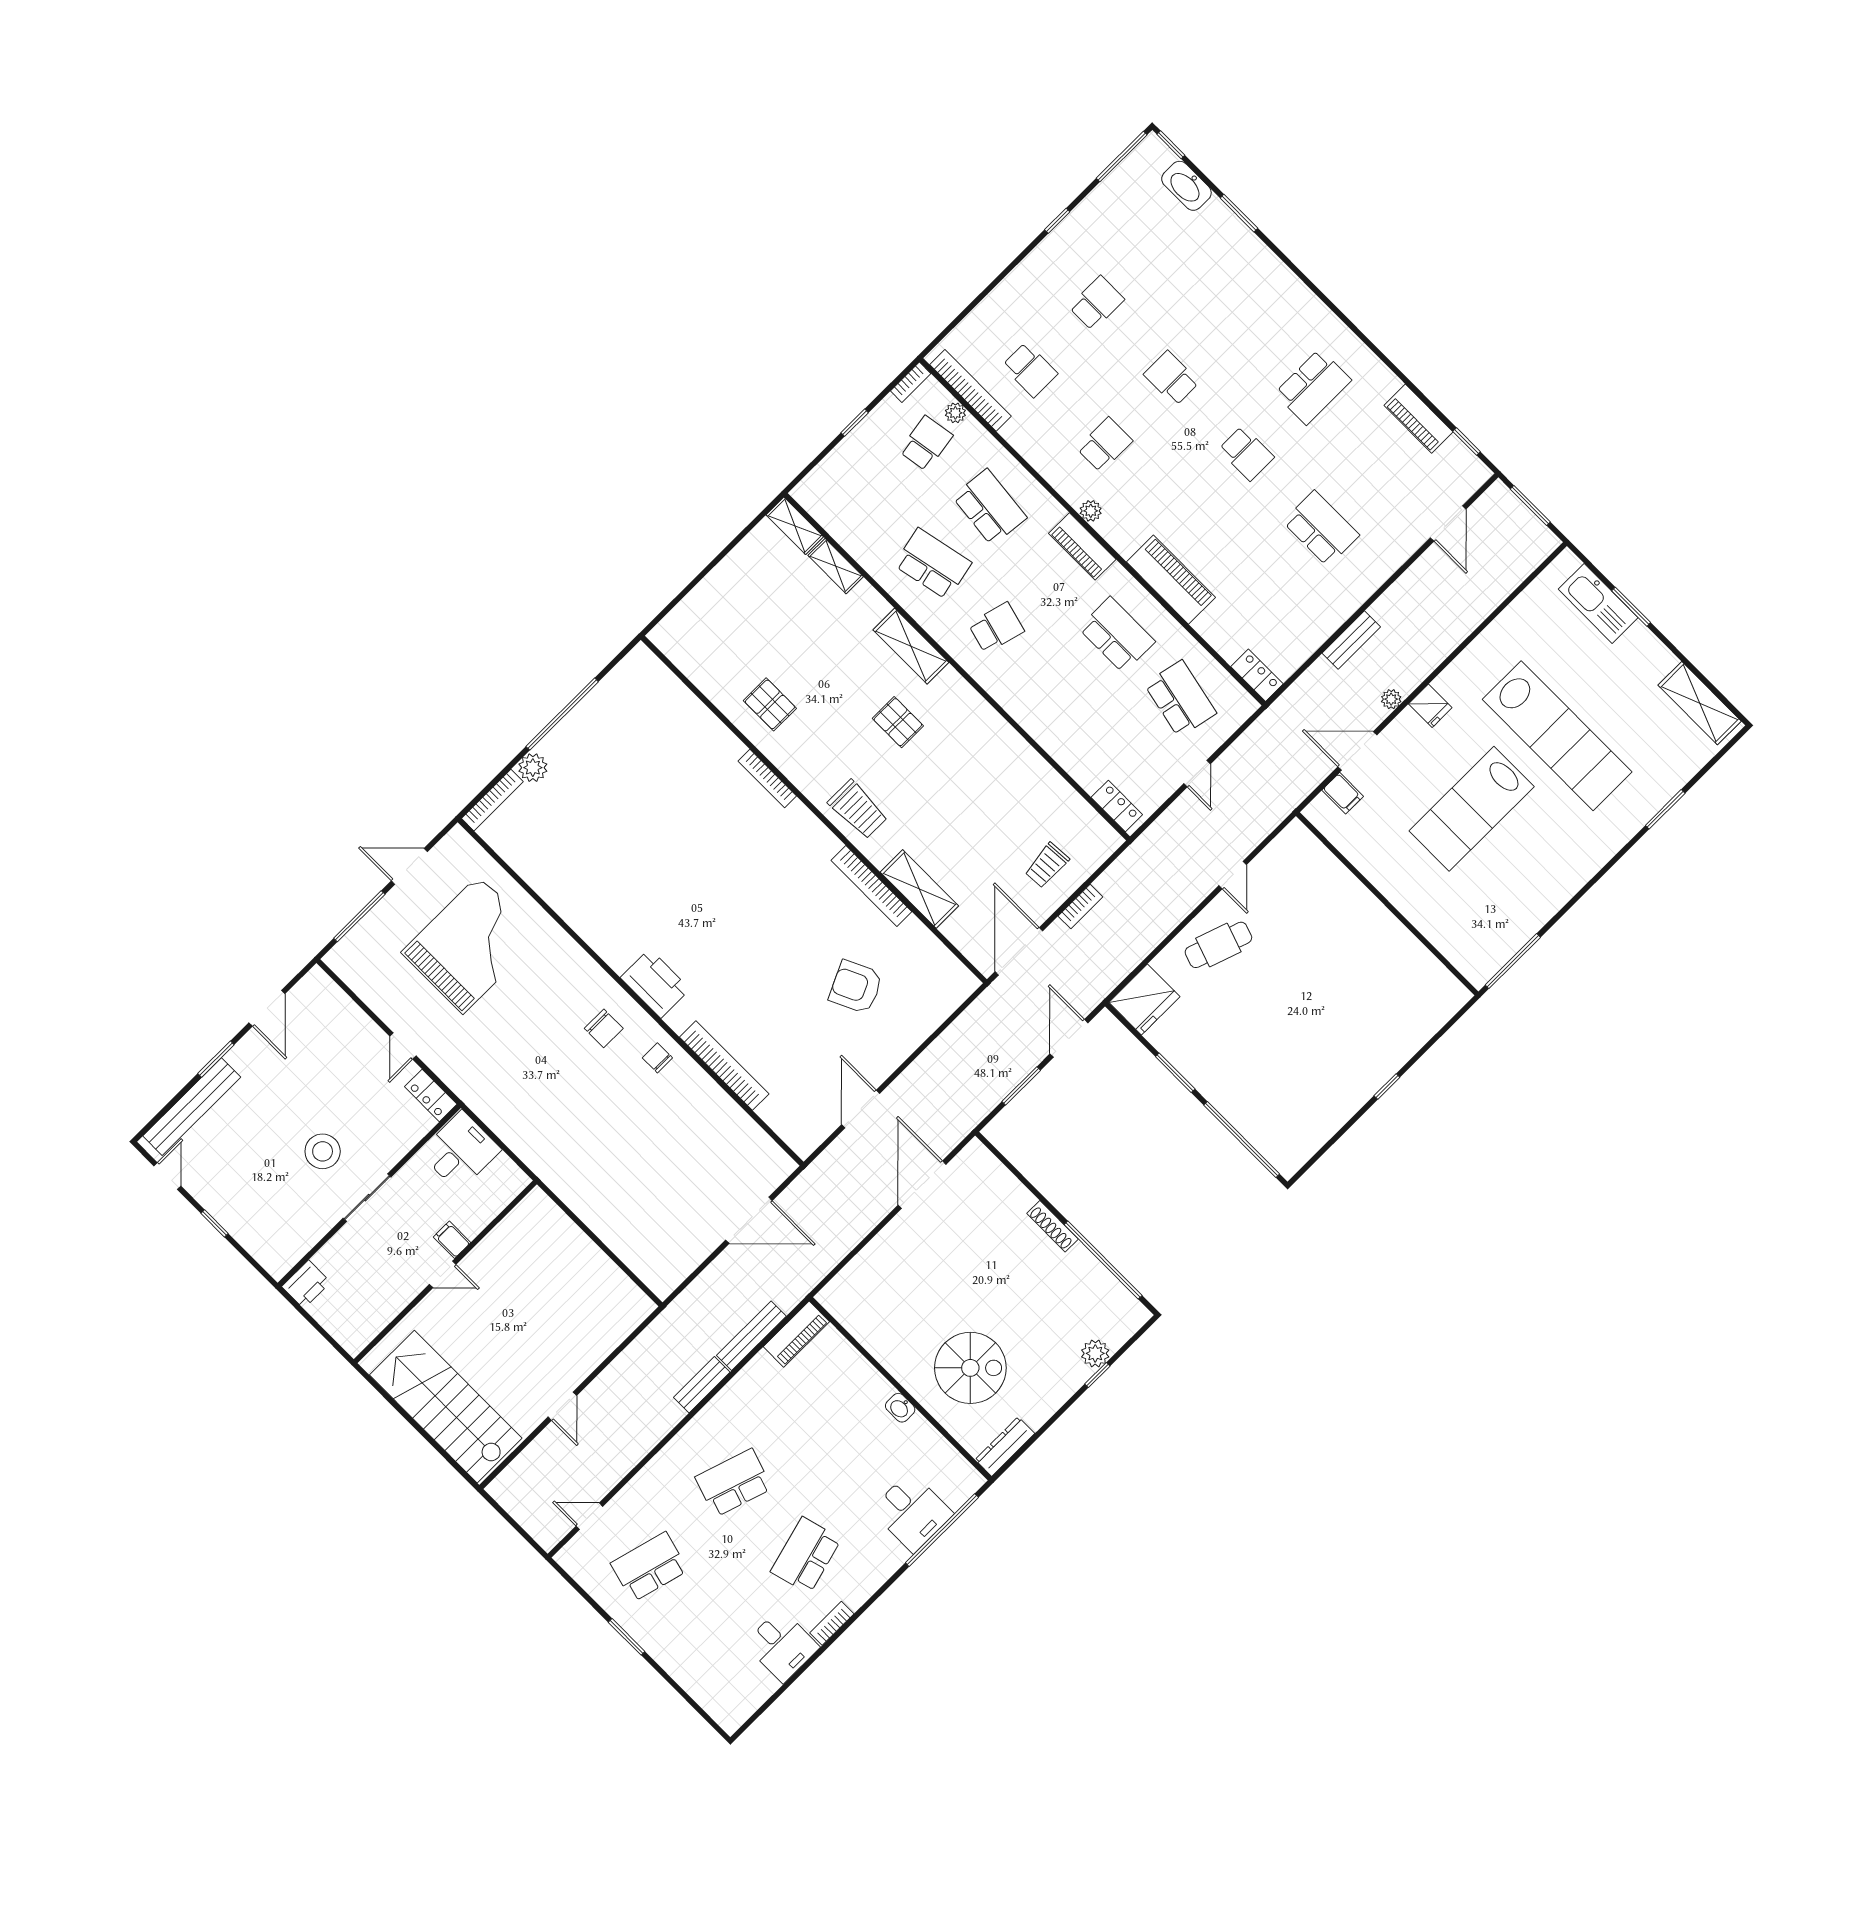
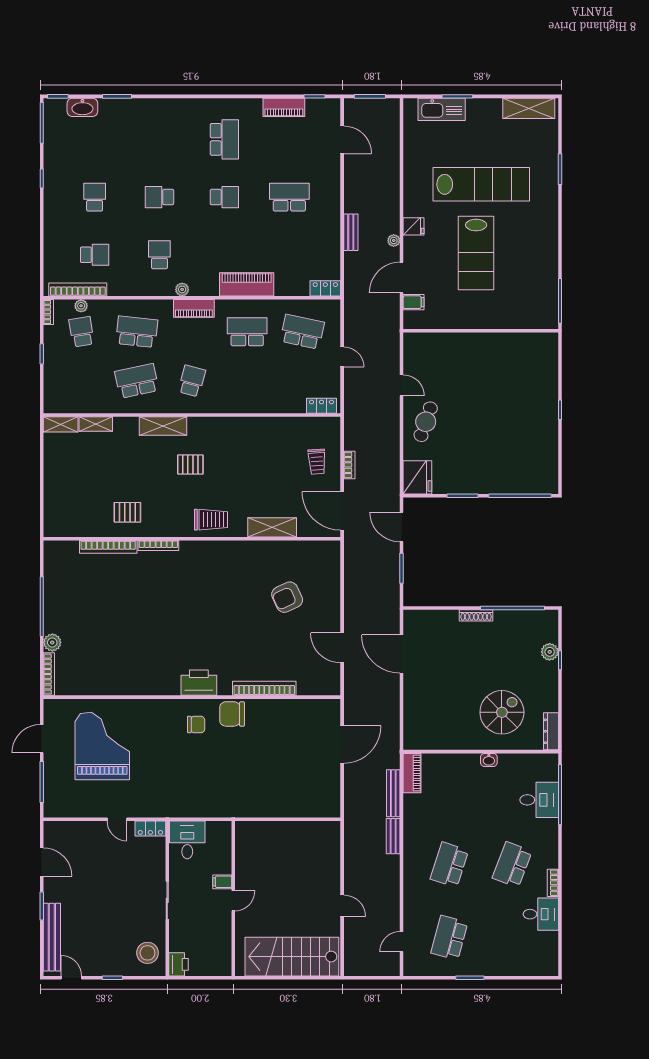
bookcase: (871, 886) -> (108, 547), moved
chair: (657, 1058) -> (232, 714), width x1.87, depth x1.87
stool: (323, 1151) -> (148, 953), moved
school desk: (806, 1555) -> (512, 865), turned 36

